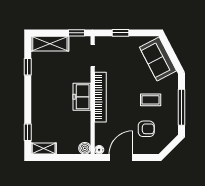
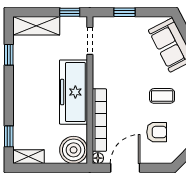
freezer: (82, 97) -> (73, 92), width x1.91, depth x1.26
bookcase: (100, 97) -> (99, 120), moved
boiler: (85, 148) -> (74, 150), width x1.86, depth x1.86

